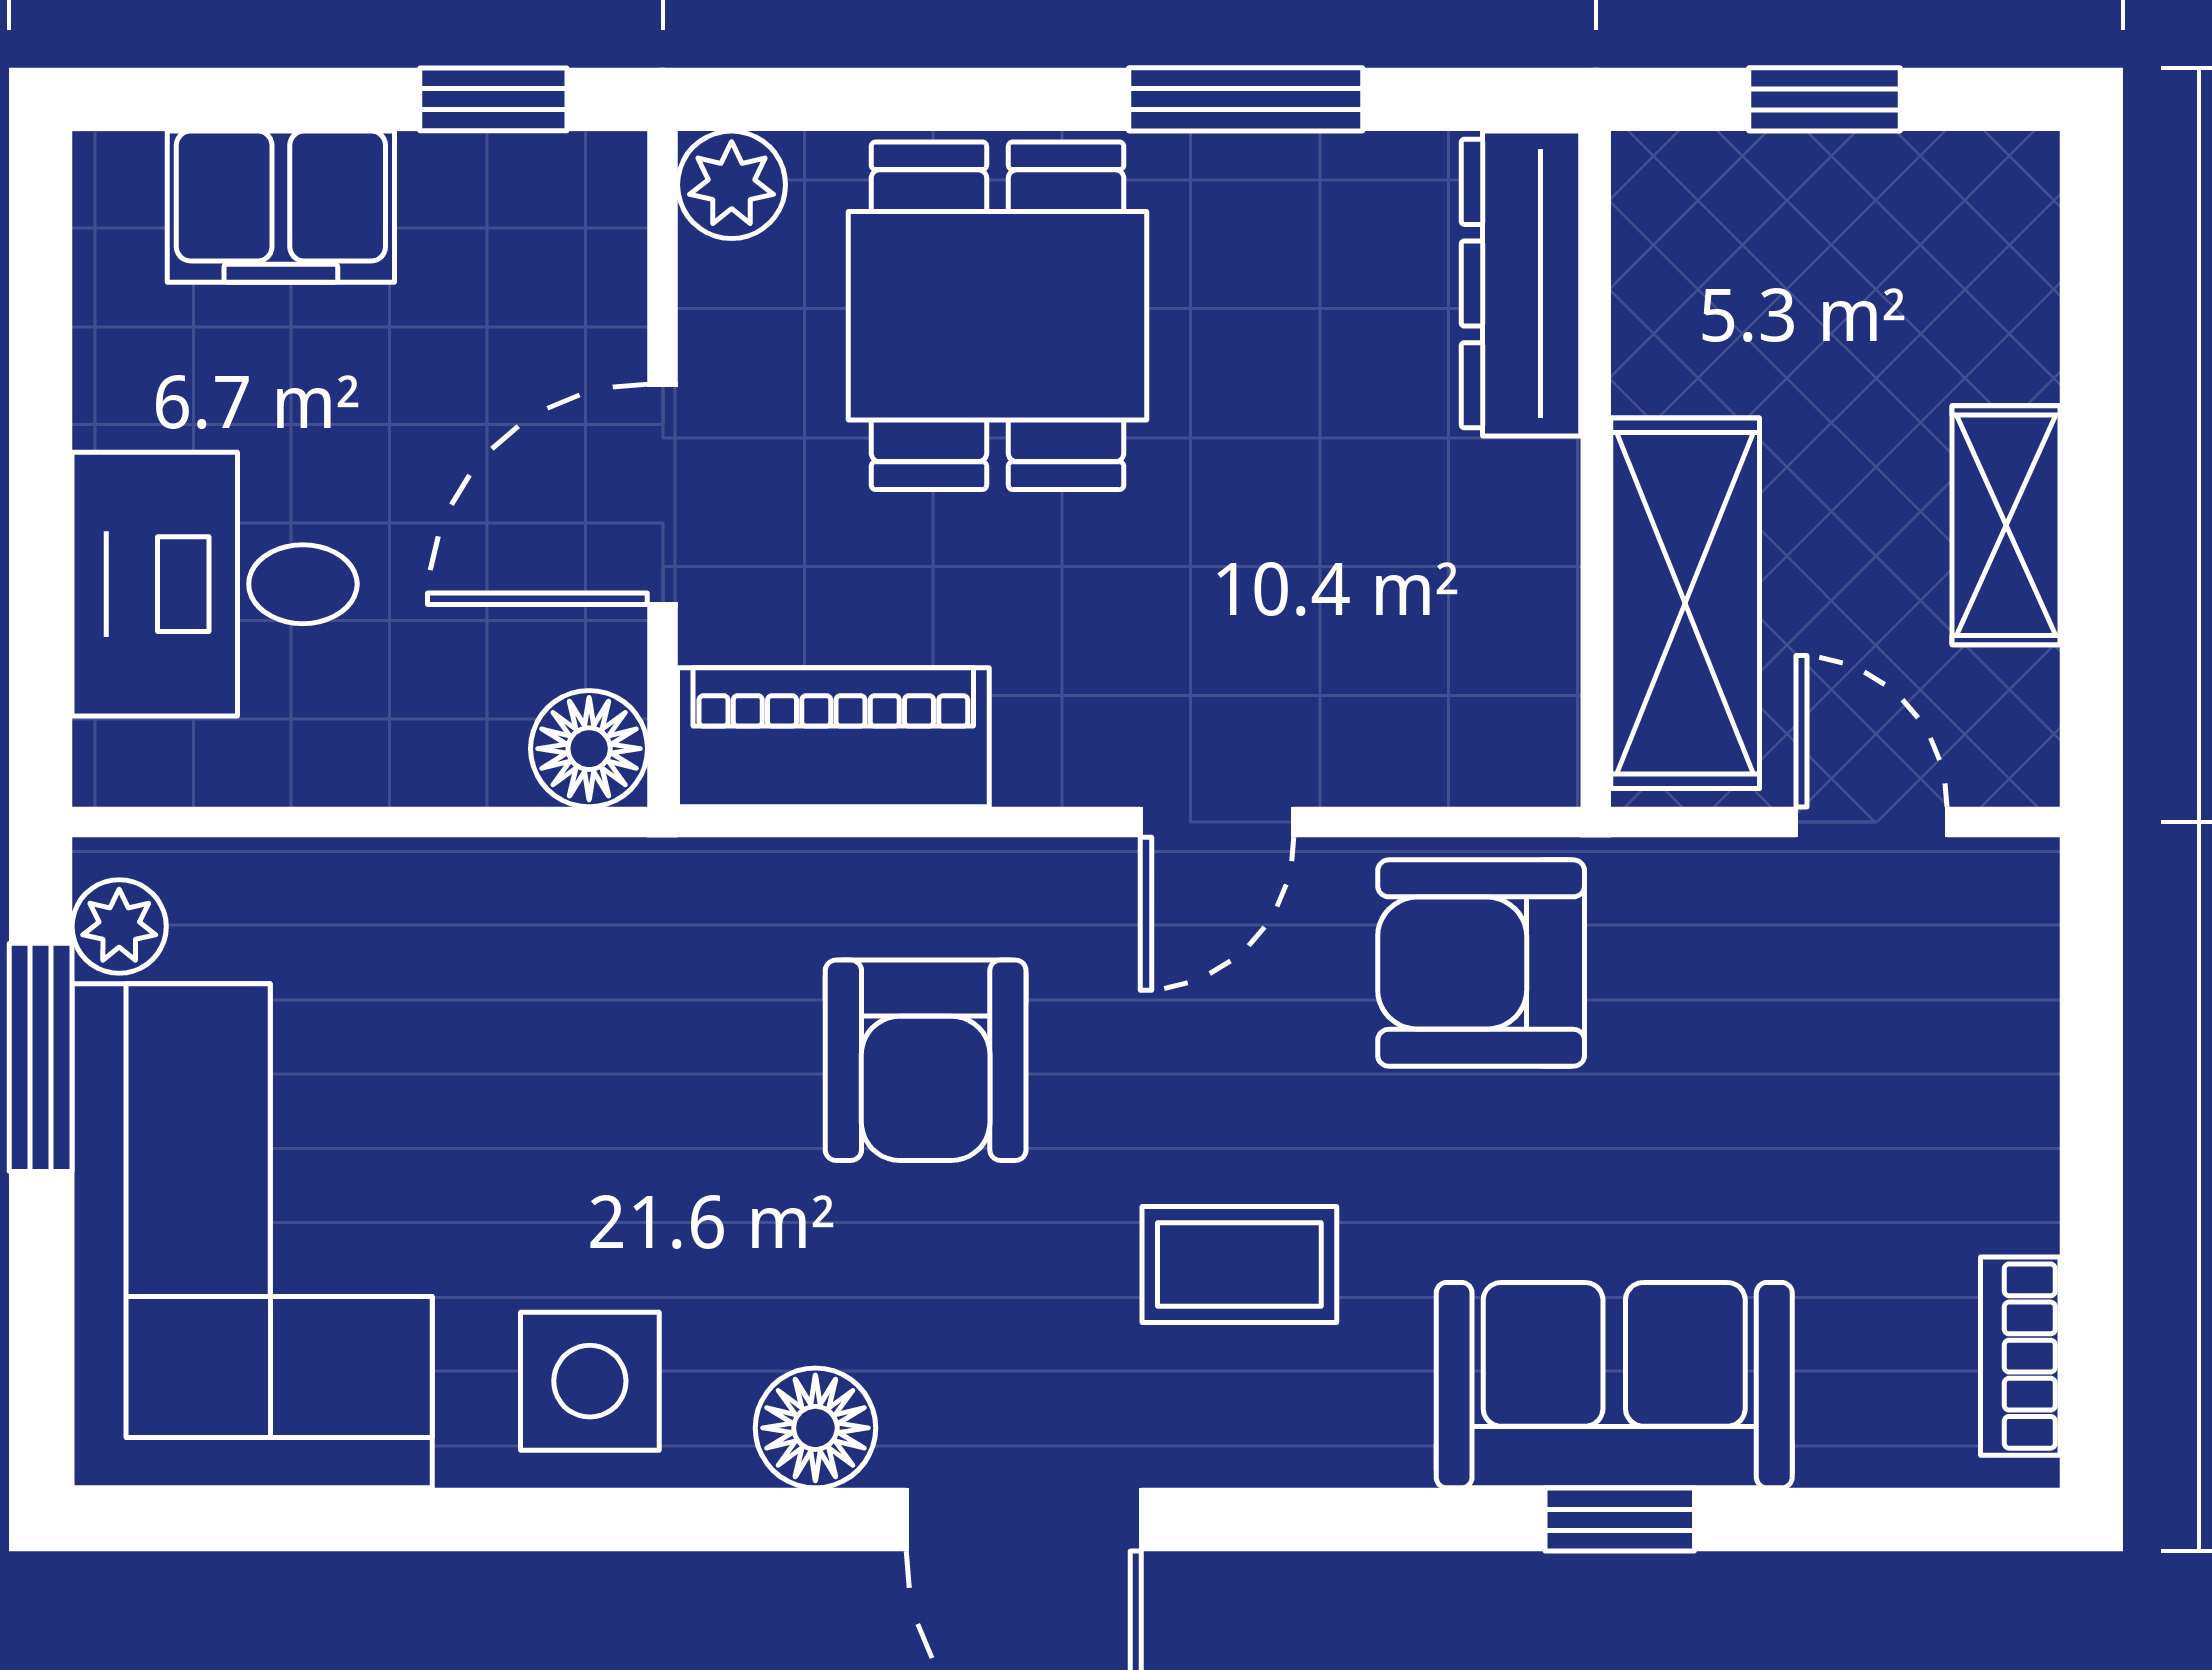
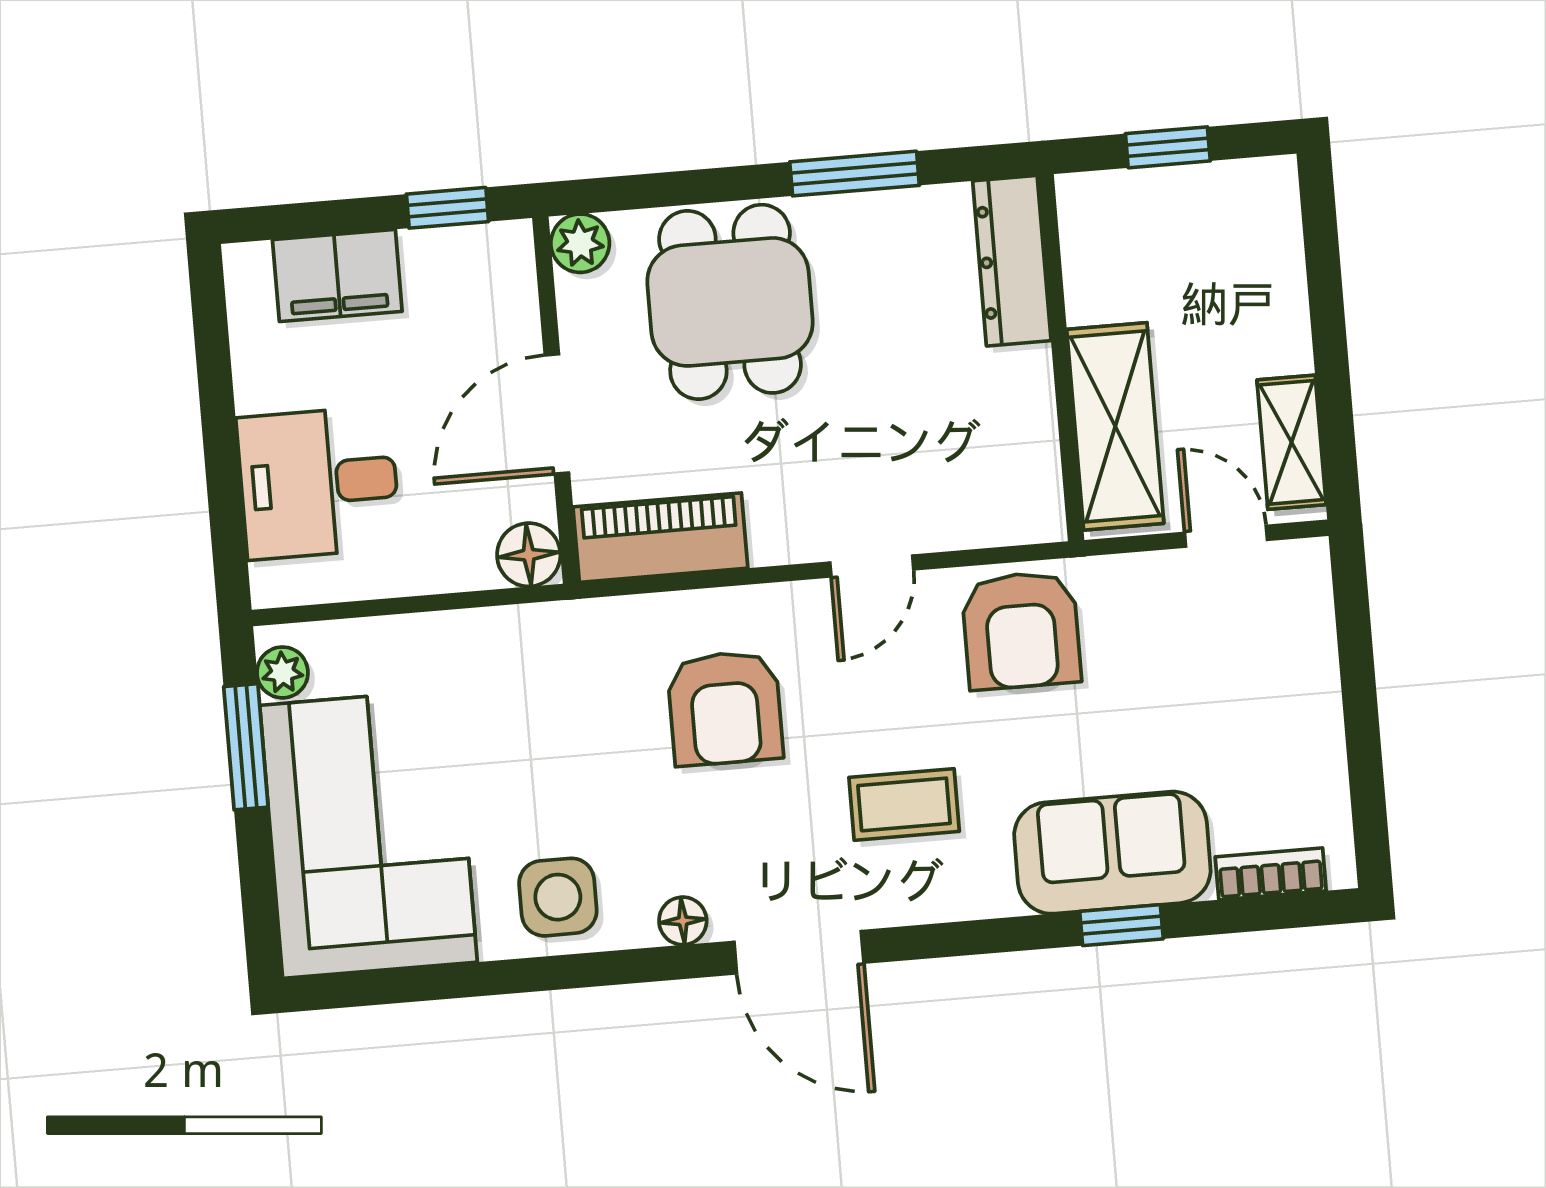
shelving: (2006, 525) -> (1291, 442), moved
armchair: (1481, 963) -> (1021, 630), turned -90
bookcase: (2020, 1356) -> (1271, 874), moved, turned 90
floor lamp: (815, 1428) -> (683, 921), width x0.73, depth x0.73

